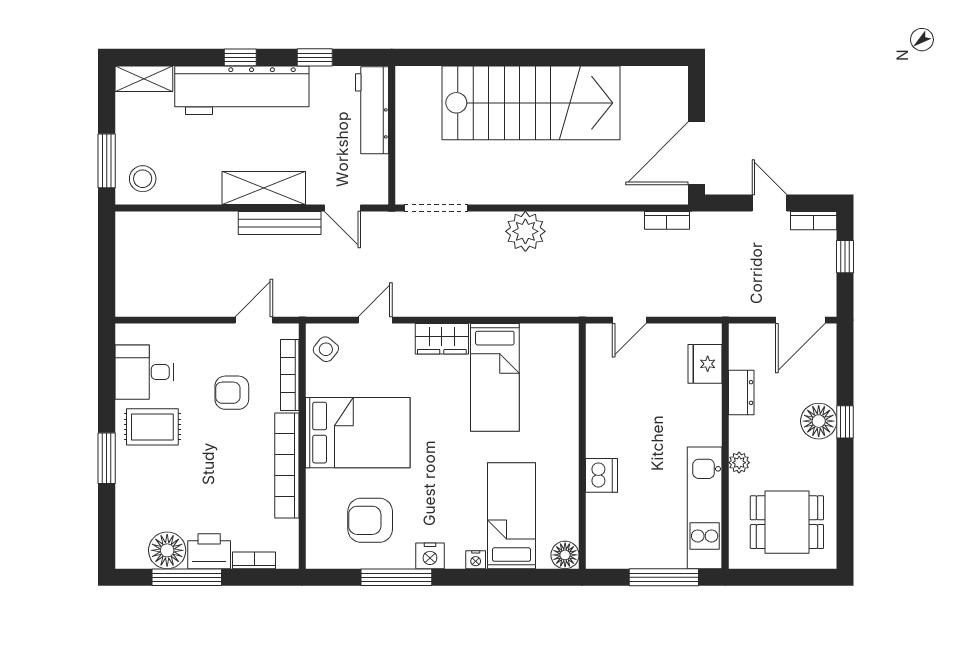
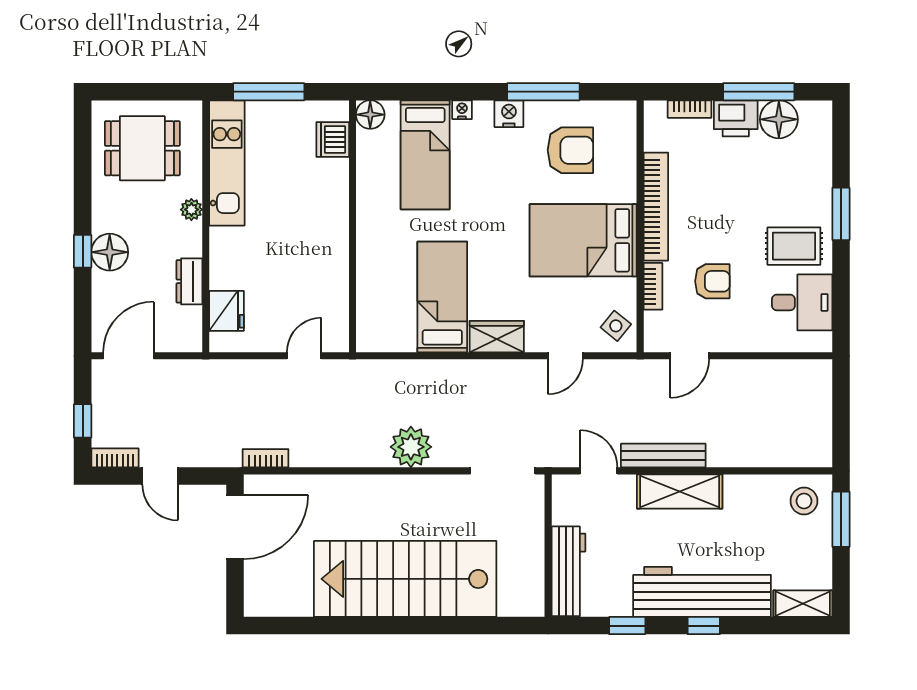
bookcase: (290, 375) -> (653, 286), width x0.64
dishwasher: (602, 475) -> (333, 140), moved

